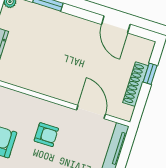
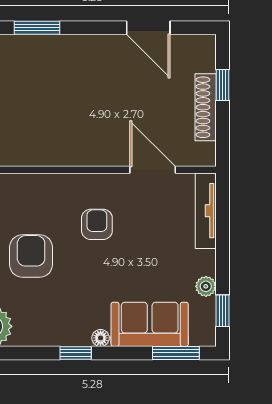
armchair: (46, 135) -> (97, 224), turned -90

